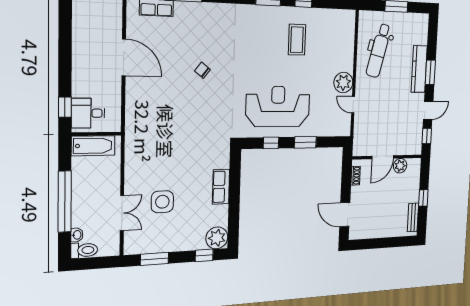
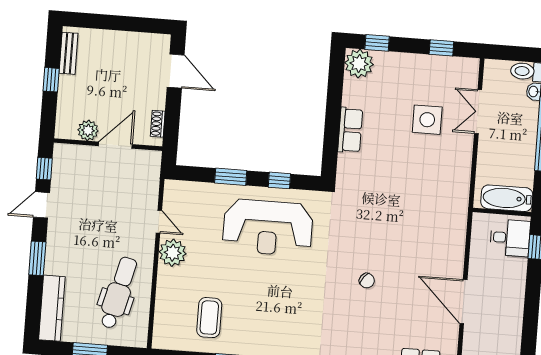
coffee table: (297, 40) -> (209, 318), moved
kitchen counter: (419, 69) -> (52, 308), moved
window: (155, 259) -> (441, 48), width x0.67

